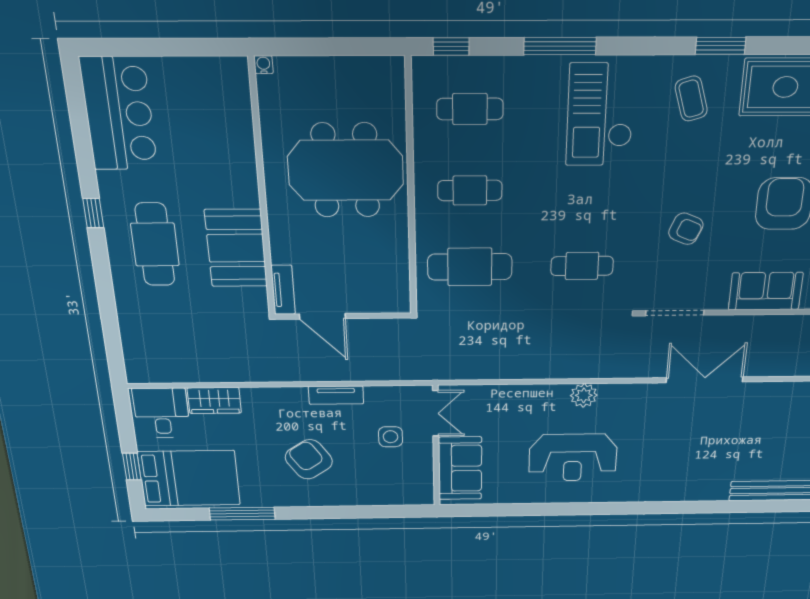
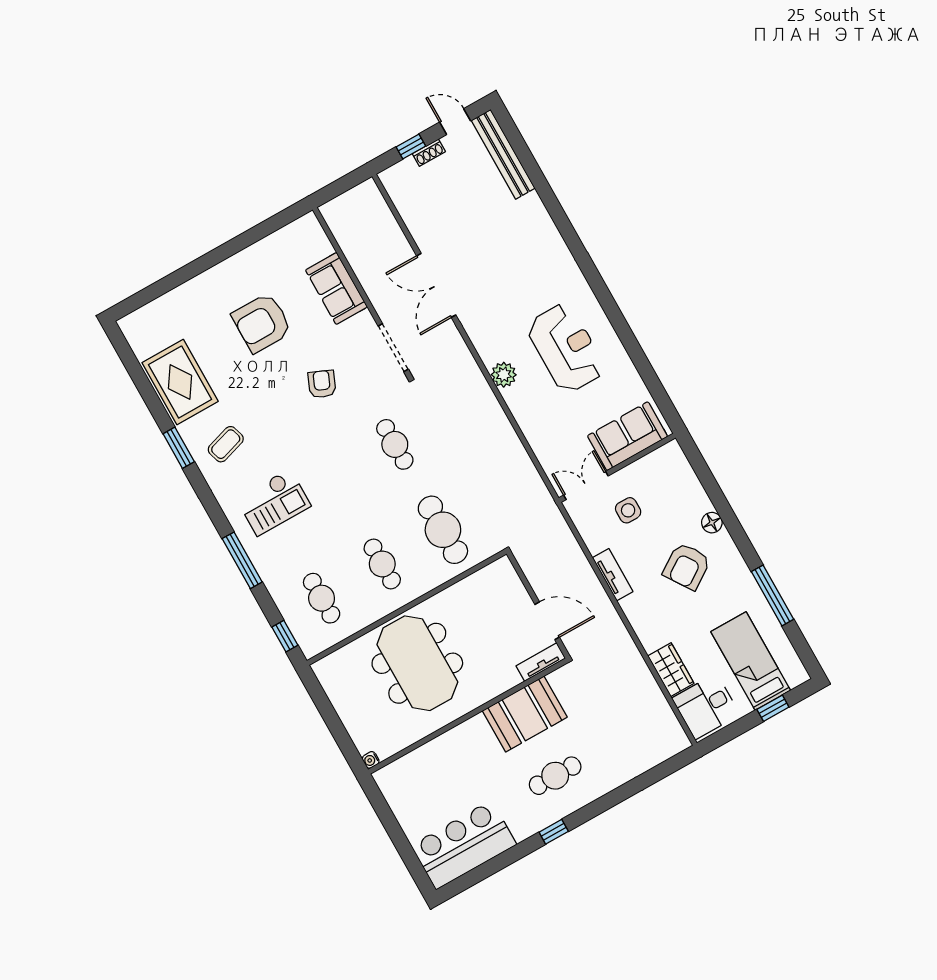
checkout: (600, 115) -> (274, 502), width x0.73, depth x0.83
cafe table: (155, 245) -> (555, 776), width x0.73, depth x0.74
door: (322, 316) -> (547, 621), hinge flipped
bed: (189, 478) -> (751, 661), width x0.67
floor lamp: (338, 497) -> (712, 523), added

